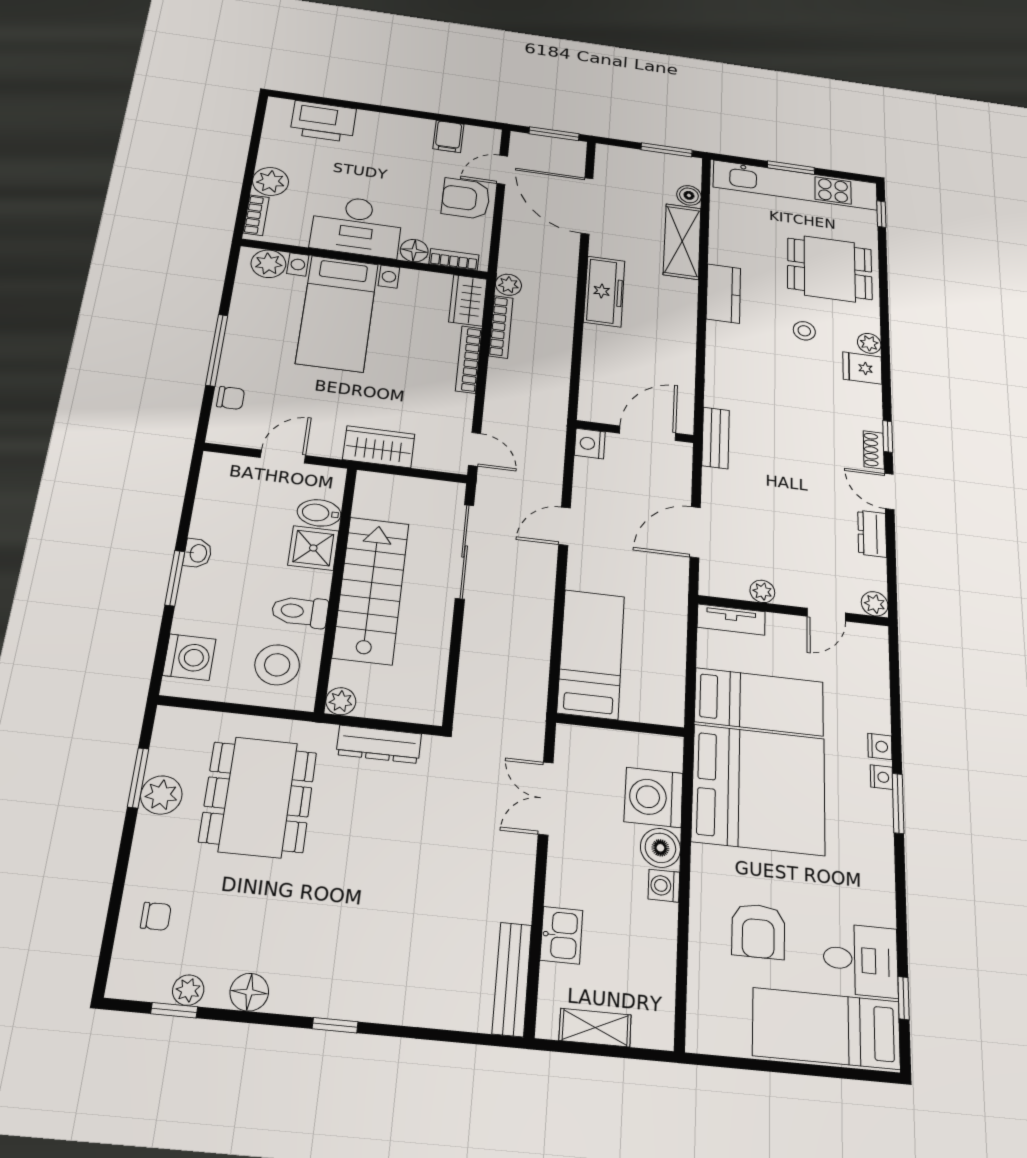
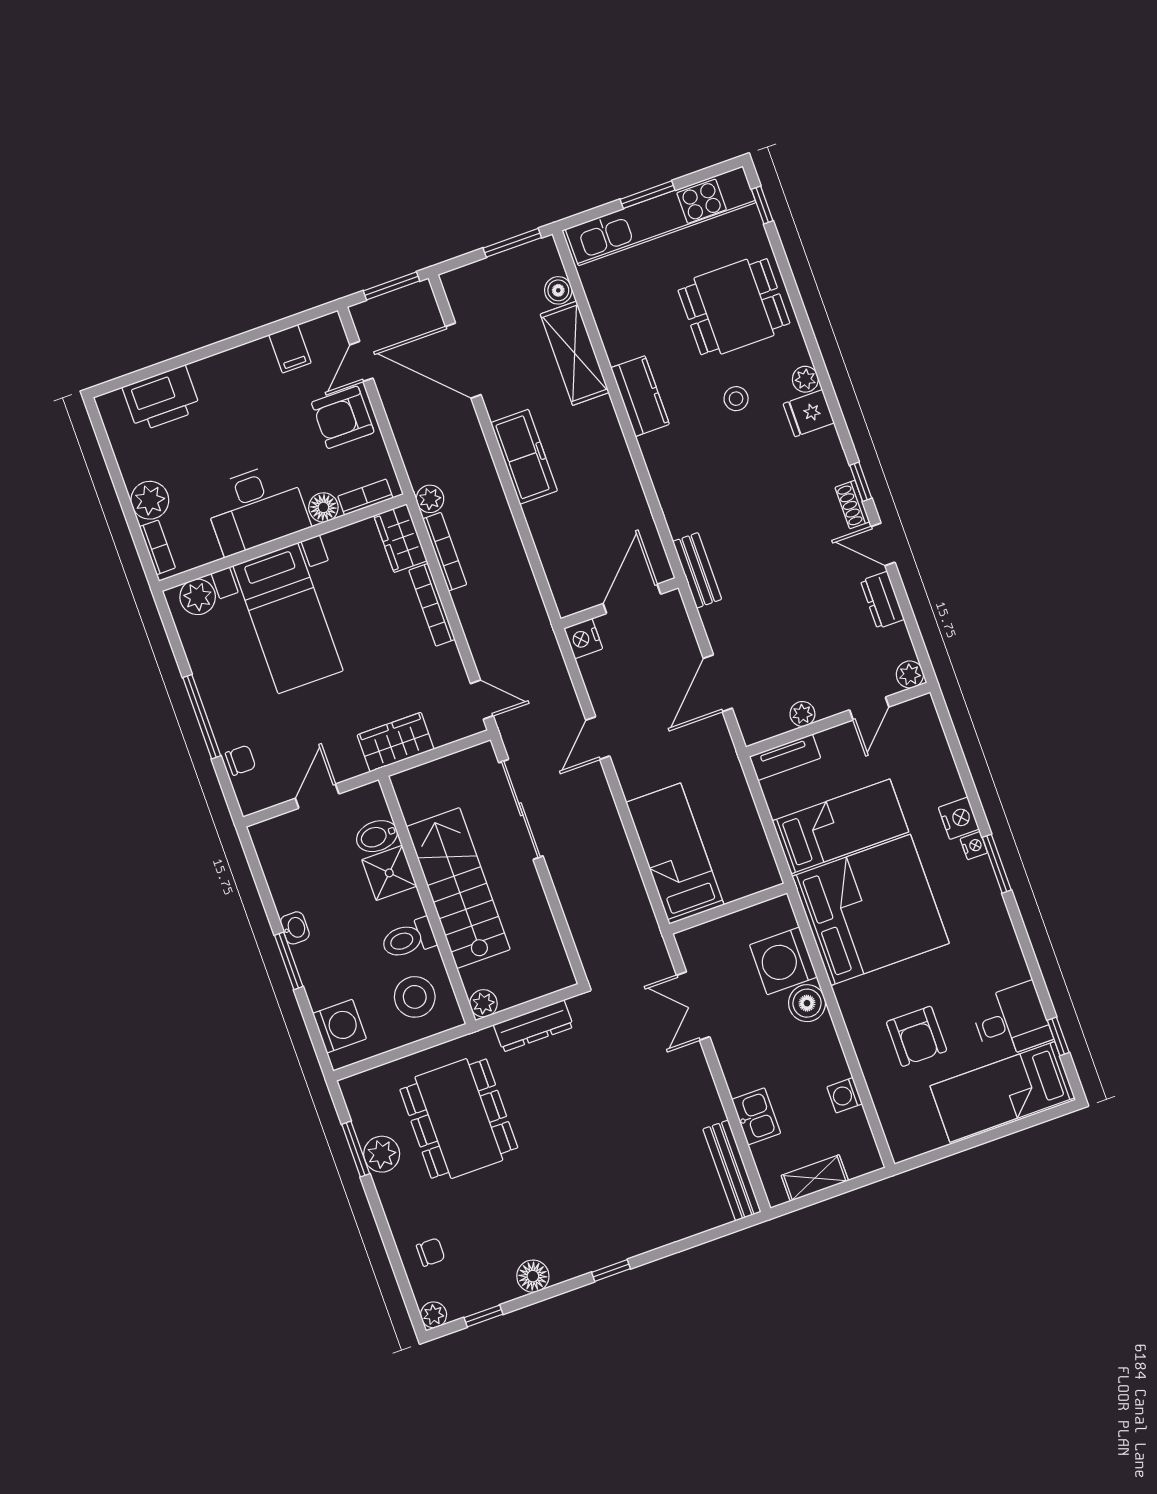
nightstand: (880, 746) -> (959, 818), width x1.39, depth x1.35
washing machine: (664, 886) -> (845, 1095), moved
plant: (188, 990) -> (434, 1315), moved

